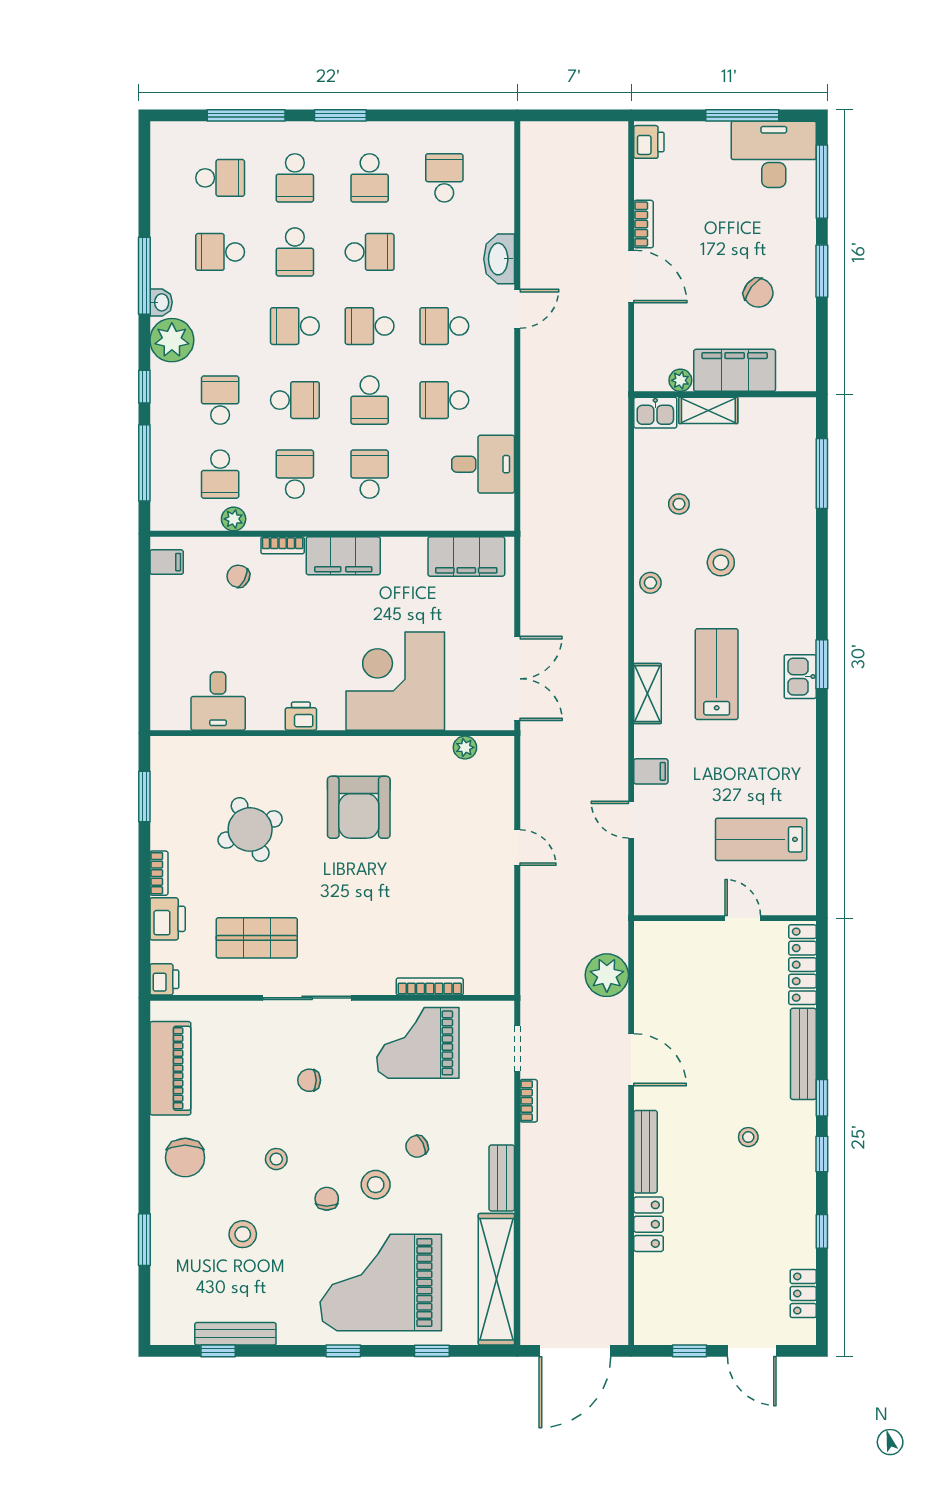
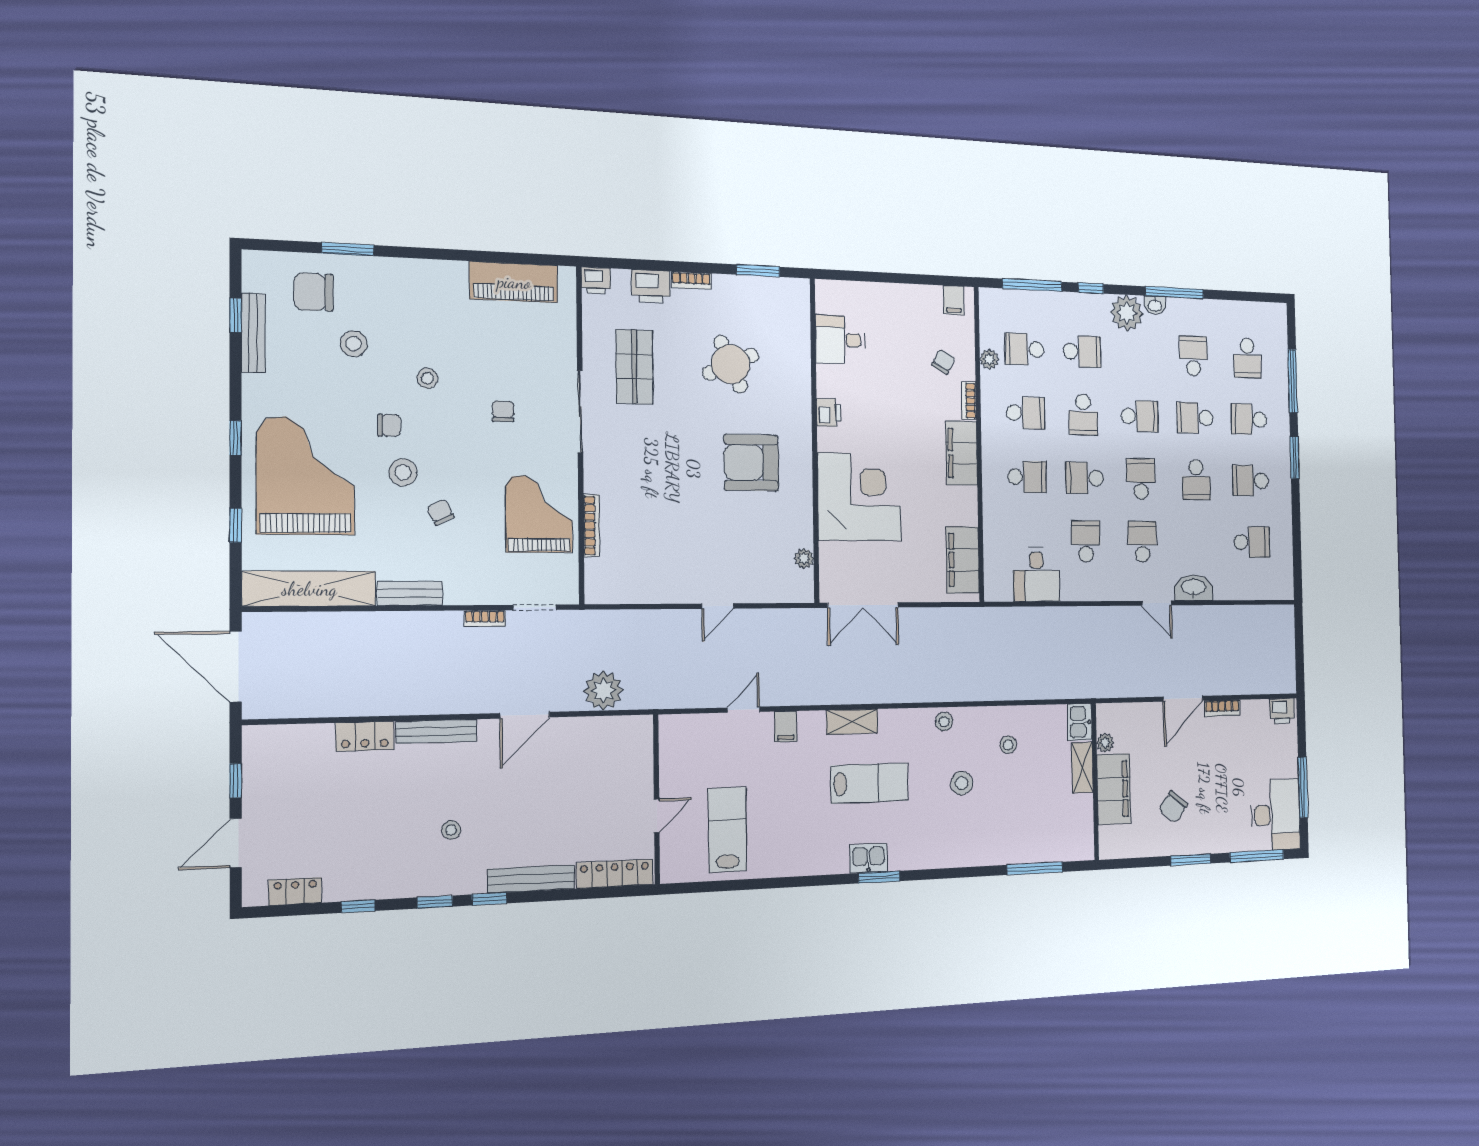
school desk: (295, 326) -> (1140, 416), turned 90
chair: (185, 1158) -> (314, 292), moved

